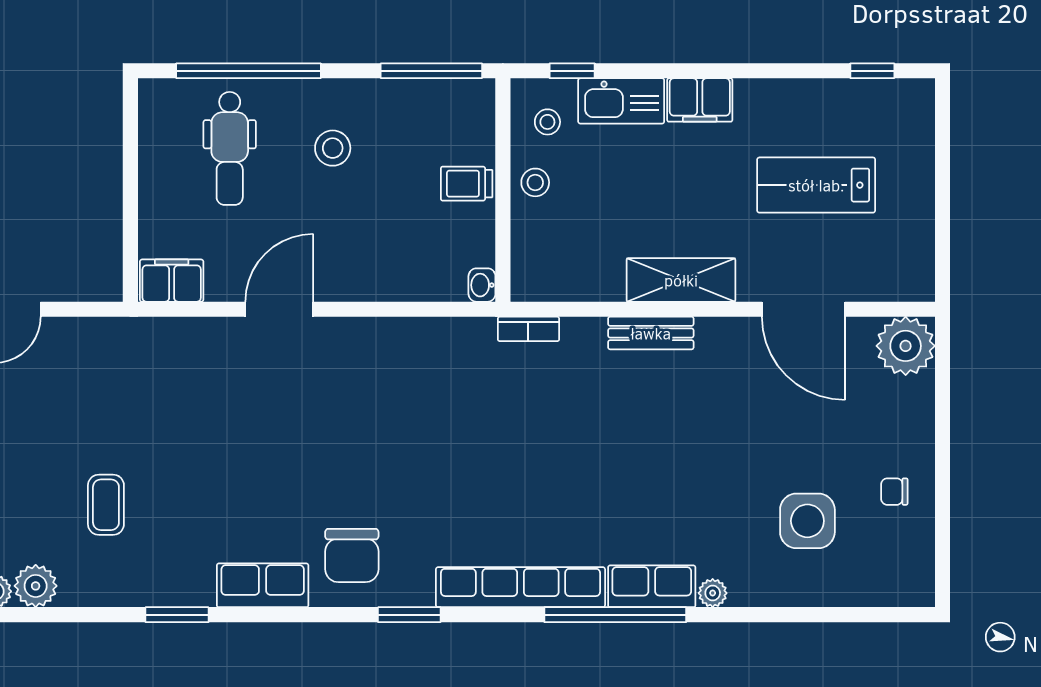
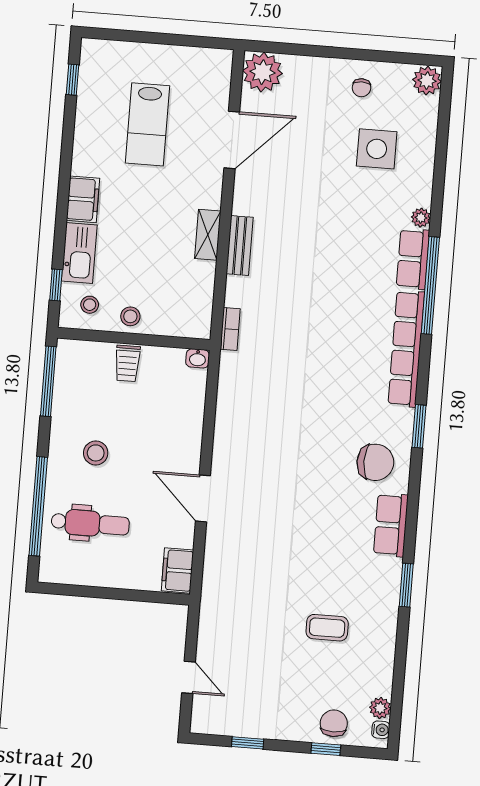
shelving: (681, 280) -> (208, 235), width x0.67, depth x0.75
plant: (36, 586) -> (427, 81), moved

